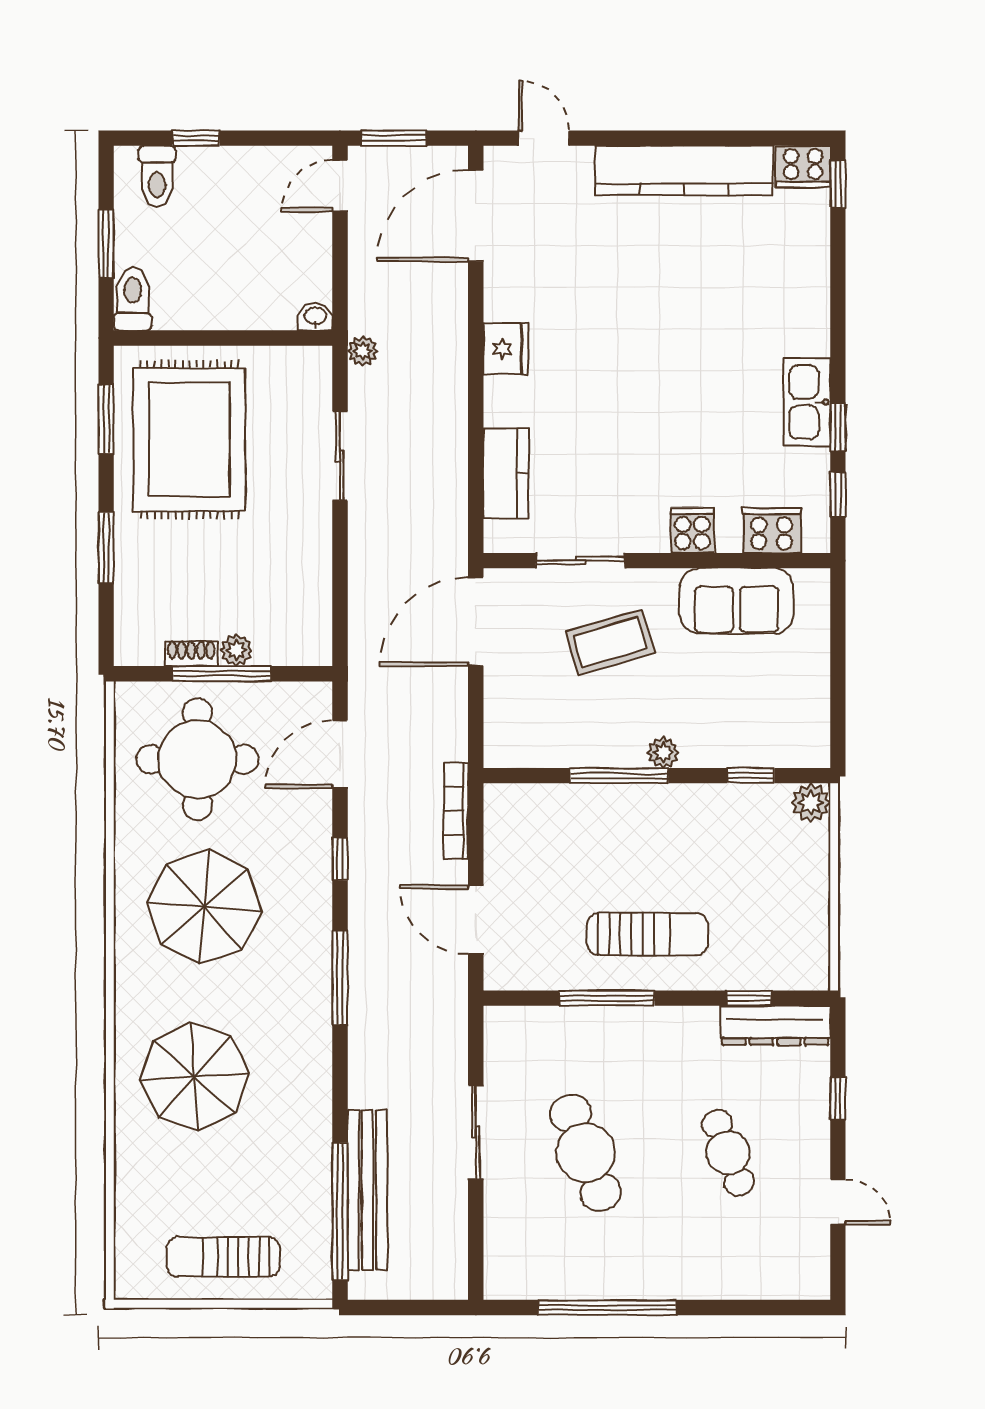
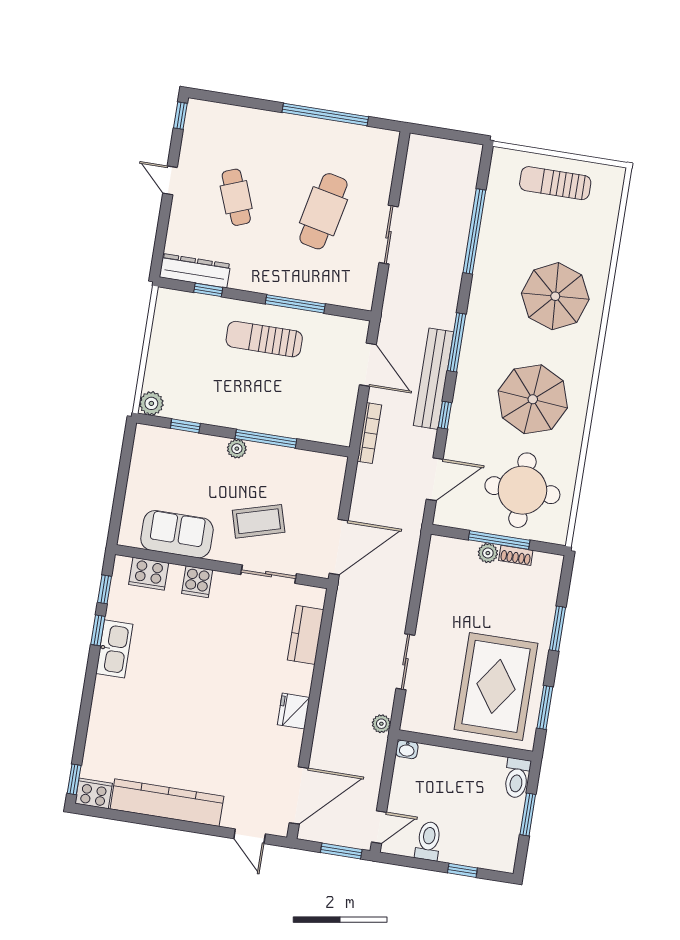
toilet: (157, 176) -> (428, 841), moved
window: (838, 1098) -> (180, 116), moved
cafe table: (586, 1153) -> (323, 211), turned 33
bench: (367, 1190) -> (434, 379), moved
door: (838, 1202) -> (170, 180), moved
window: (340, 1212) -> (474, 231), moved
sun lounger: (223, 1257) -> (555, 183), turned 180

